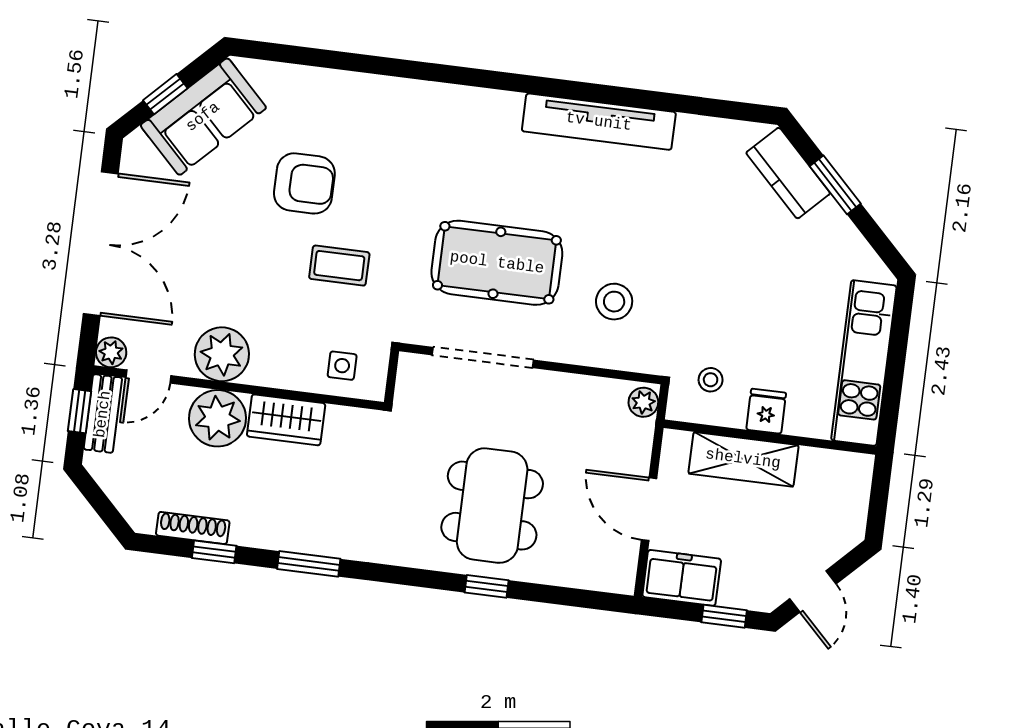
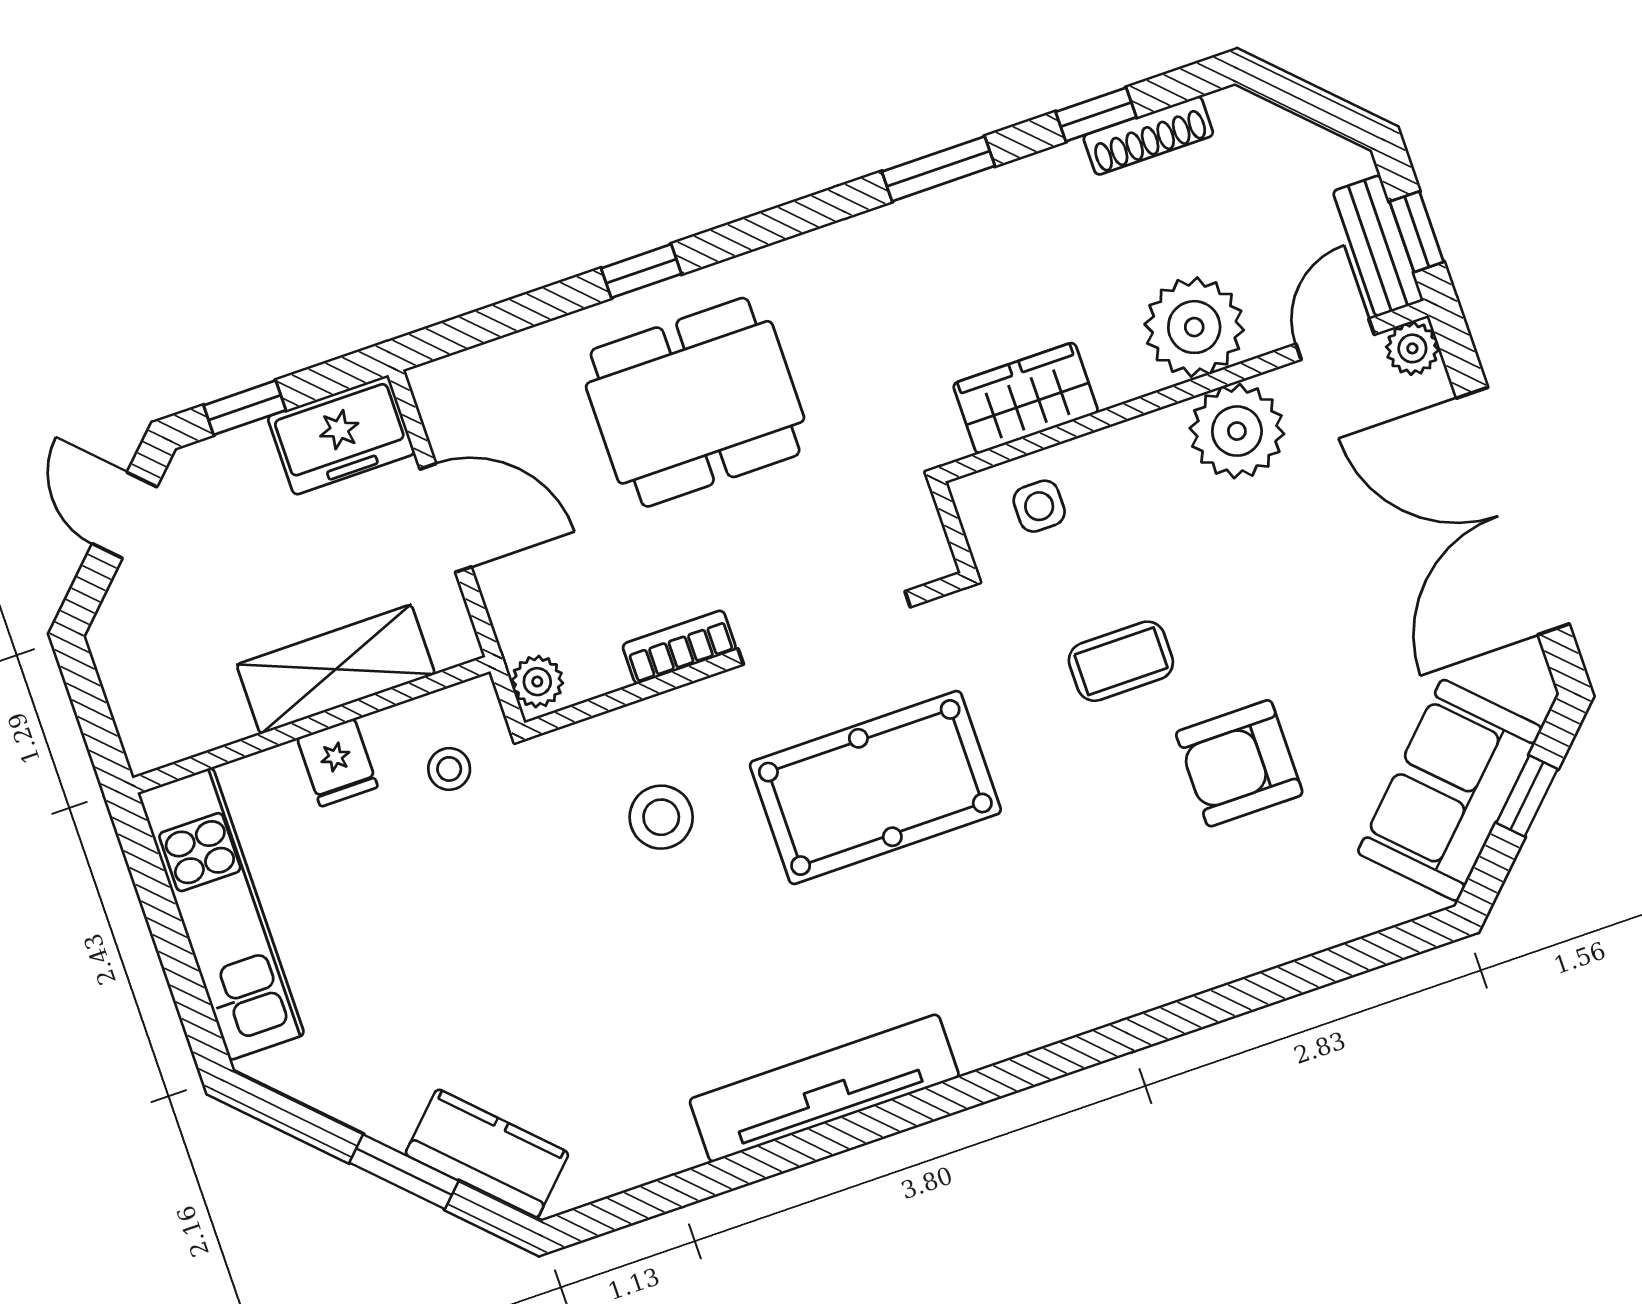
bookcase: (562, 384) -> (679, 647), added
wardrobe: (286, 420) -> (1026, 398), moved
dining table: (492, 506) -> (695, 402), turned 90

